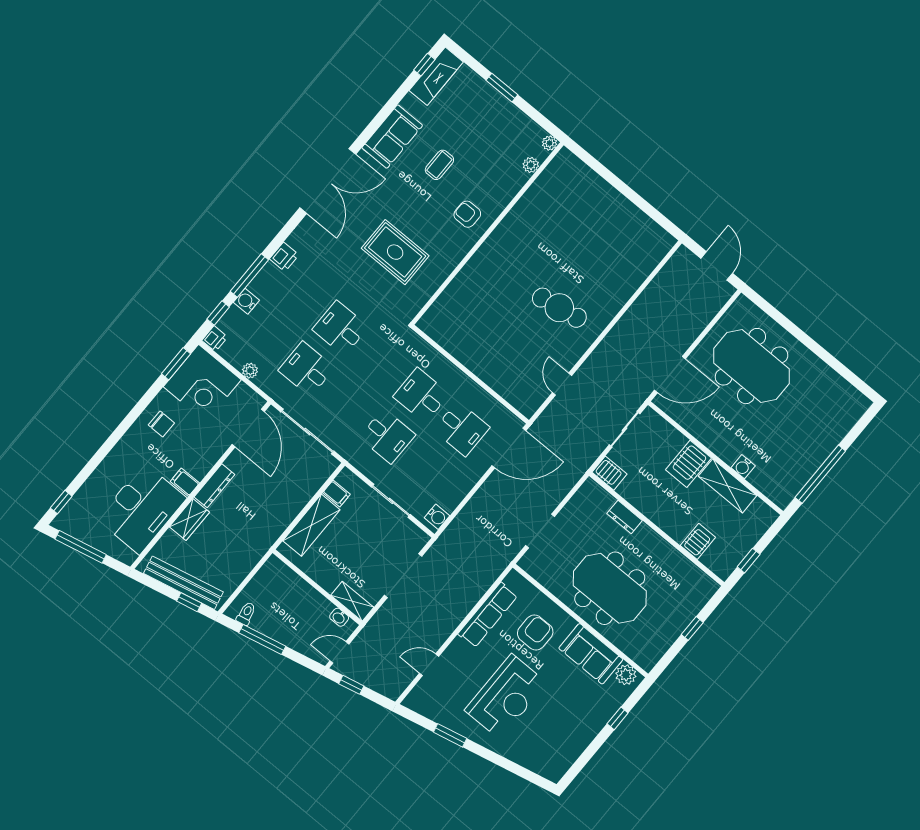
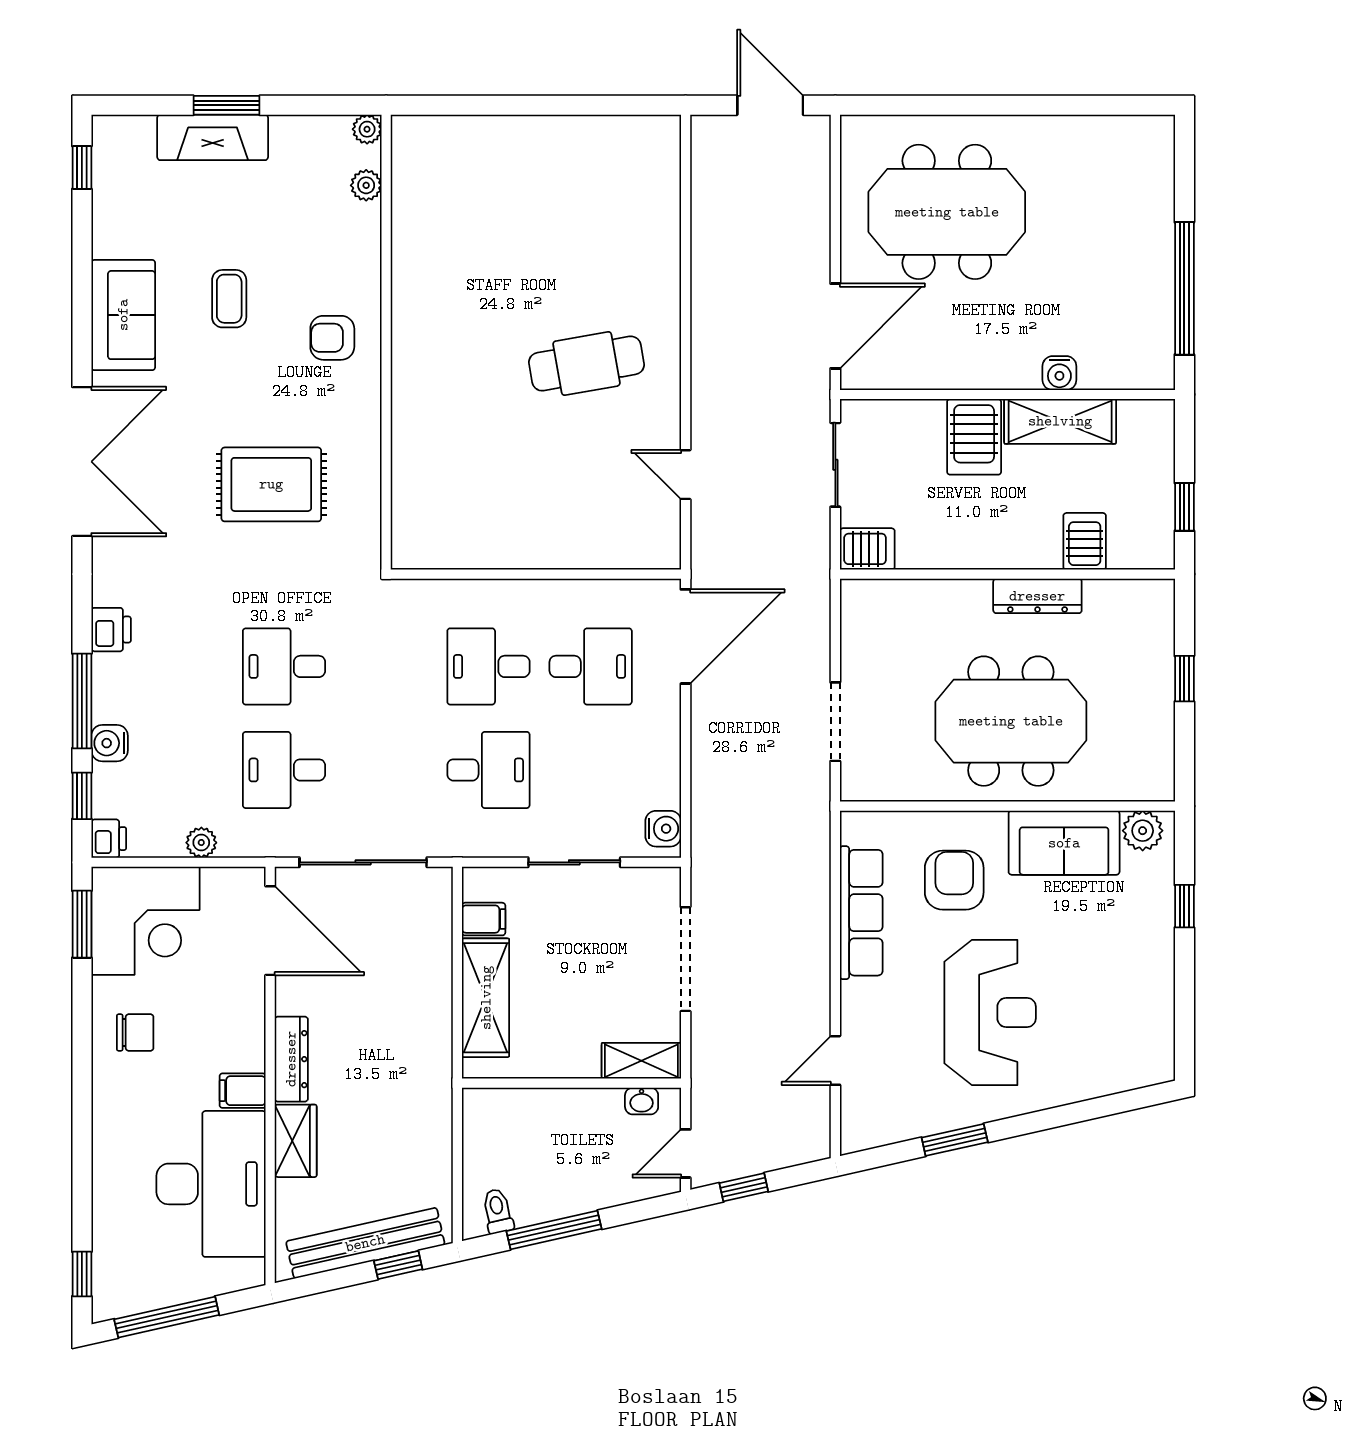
fireplace: (436, 76) -> (213, 137), moved, turned 90
dresser: (625, 517) -> (1037, 596), moved, width x1.44

